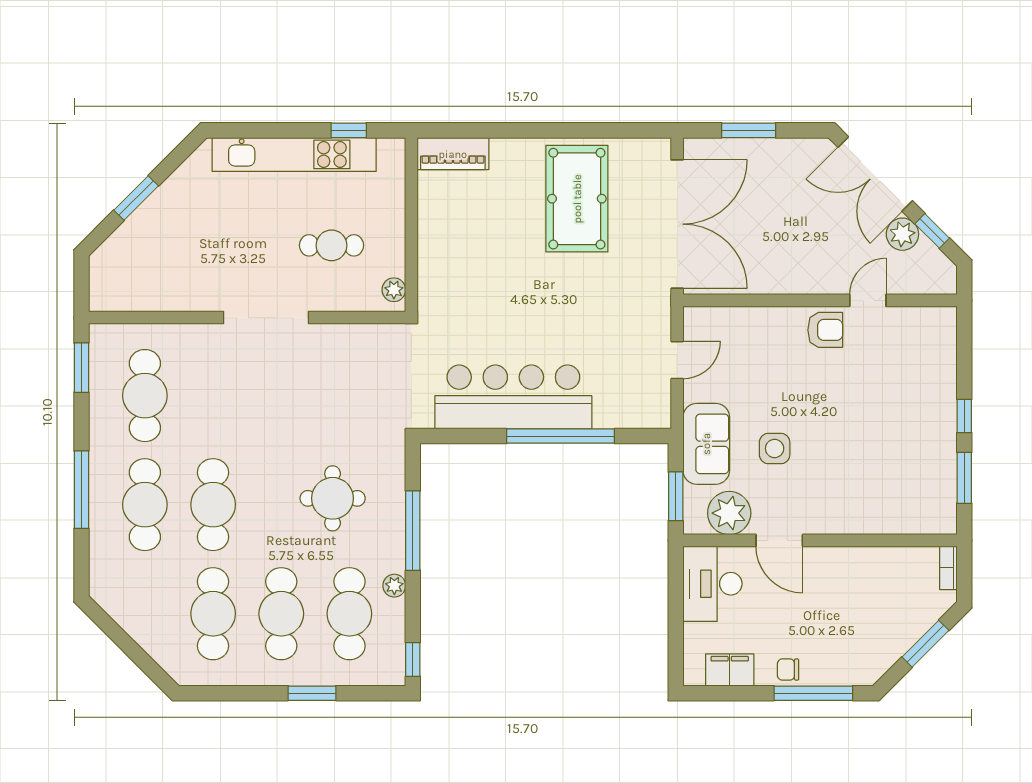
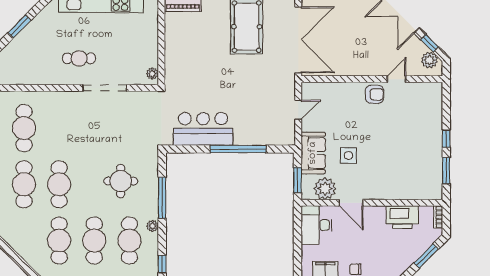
plant: (902, 234) -> (430, 60), moved
cafe table: (331, 245) -> (79, 58), moved
doorway: (266, 318) -> (105, 88), moved
bar counter: (513, 397) -> (203, 129), width x0.73
printer: (879, 568) -> (402, 217), added

